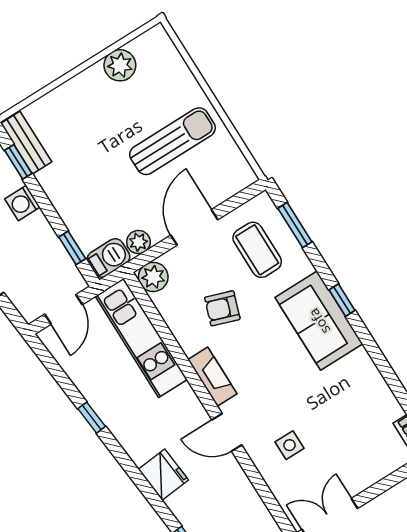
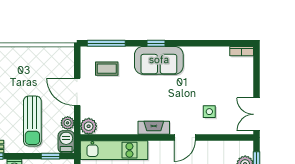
sun lounger: (173, 141) -> (32, 121), moved, turned 180
window: (295, 225) -> (106, 43), width x1.44
coffee table: (257, 250) -> (107, 69), width x0.73, depth x0.77
armchair: (222, 308) -> (124, 103), removed

